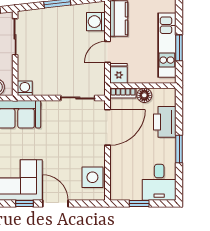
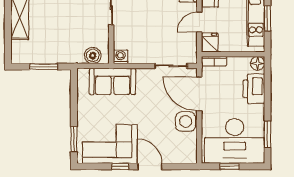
floor lamp: (144, 95) -> (258, 63), moved
door: (107, 127) -> (199, 94), swing flipped
window: (179, 149) -> (267, 134), moved
side table: (92, 177) -> (186, 122), moved
desk: (159, 182) -> (235, 141), width x1.87, depth x1.30

